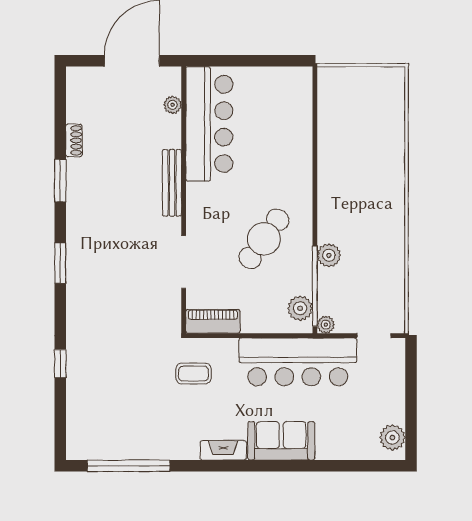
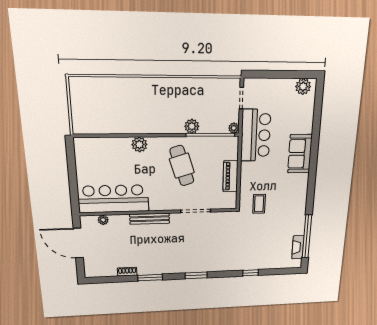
cafe table: (264, 239) -> (182, 166), turned 37
plant: (300, 308) -> (139, 145), moved
piano: (213, 321) -> (230, 176), moved
bar counter: (298, 362) -> (256, 135), width x0.73
fireplace: (223, 450) -> (298, 247), moved

